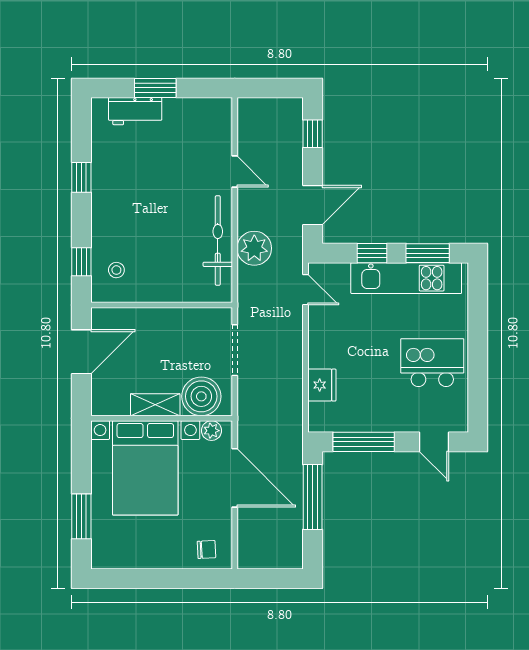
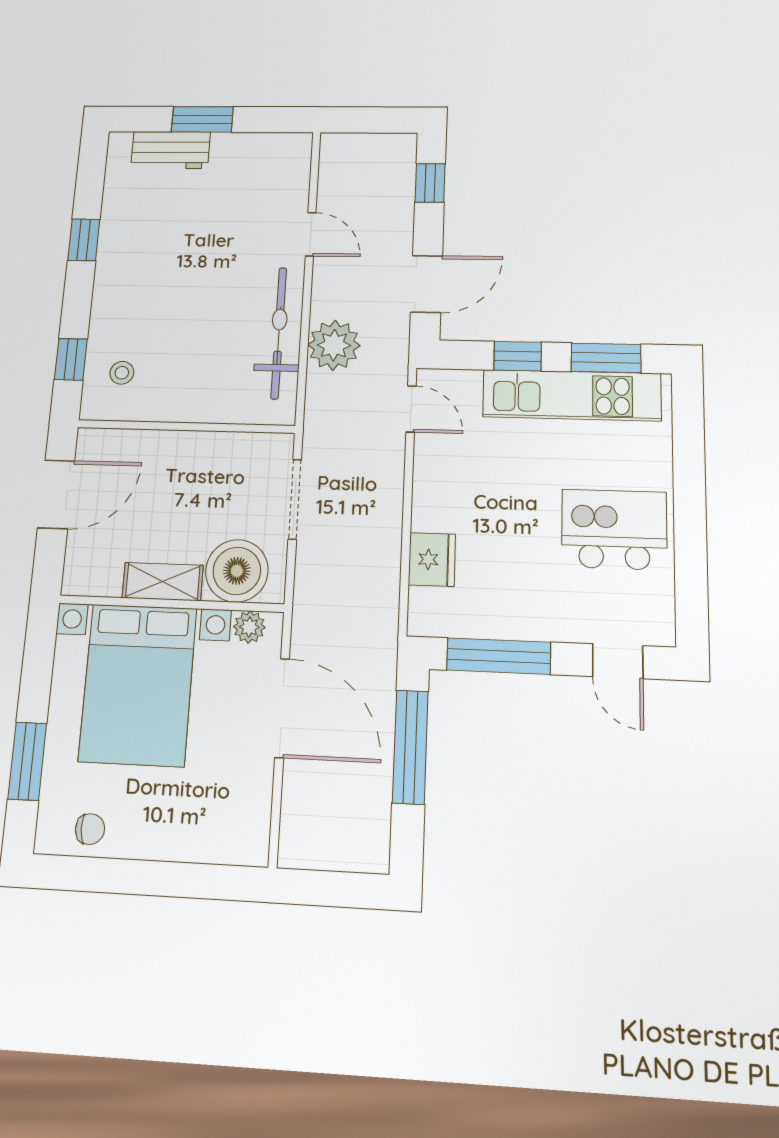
chair: (206, 549) -> (90, 829), moved

